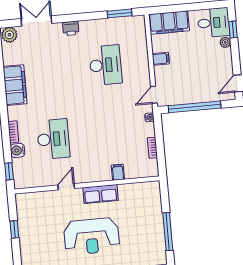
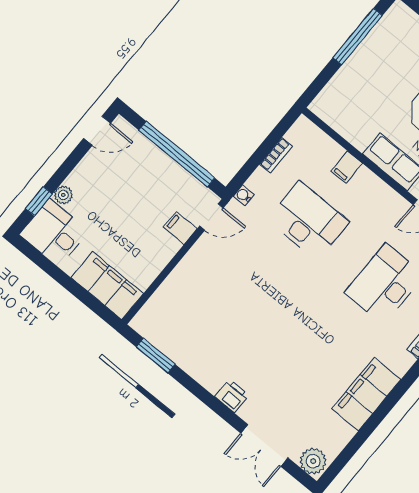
filing cabinet: (161, 59) -> (180, 228), moved
desk: (105, 65) -> (308, 221), moved, turned 90

